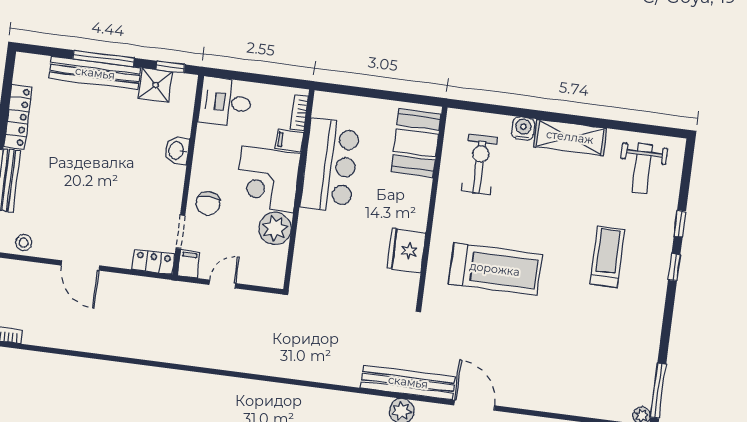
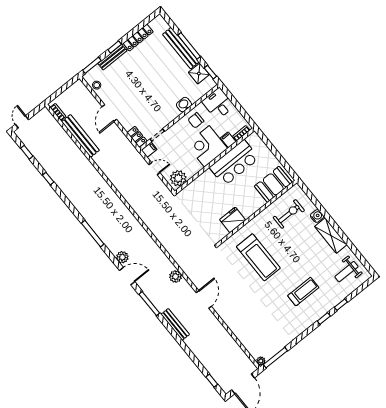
chair: (208, 204) -> (196, 120), moved
plant: (275, 228) -> (178, 178), moved
bench: (408, 382) -> (80, 136), moved

